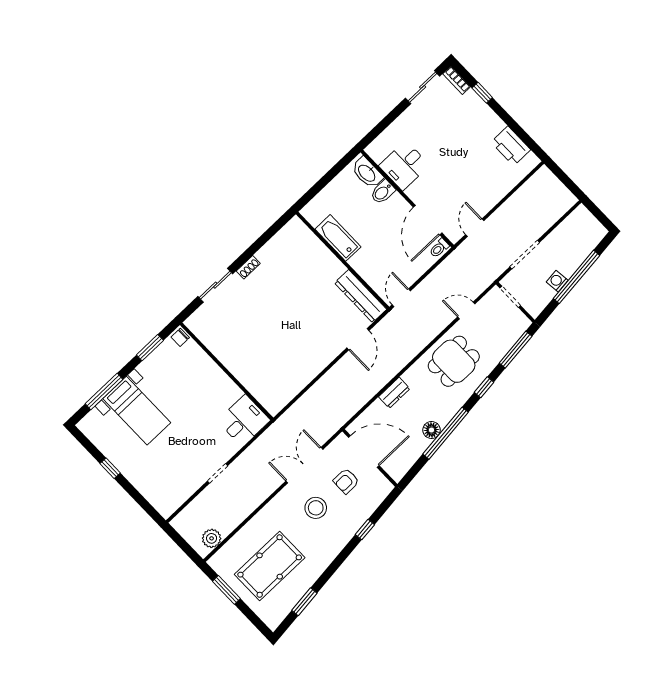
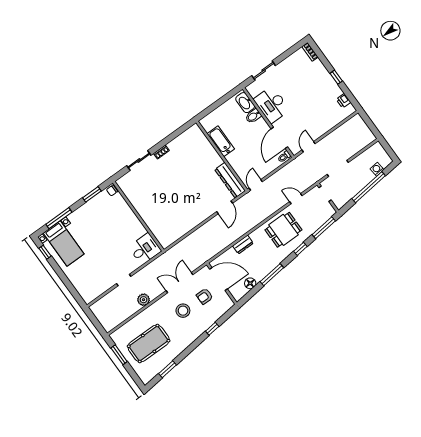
sliding door: (423, 87) -> (264, 71), moved
window: (482, 93) -> (336, 77), moved
printer: (511, 146) -> (344, 101), width x0.53, depth x0.68
desk: (404, 166) -> (272, 105), width x1.37
washing machine: (557, 281) -> (377, 169), moved
bed with nightstands: (137, 411) -> (64, 244), moved
floor lamp: (431, 430) -> (250, 283), moved
window: (446, 433) -> (272, 275), width x0.68
window: (110, 468) -> (45, 252), moved
plant: (212, 538) -> (144, 300), moved

